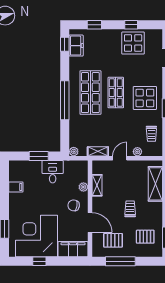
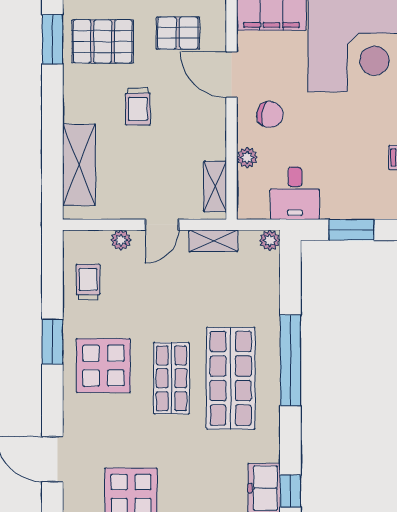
desk: (53, 172) -> (295, 193), moved
shelving: (97, 185) -> (215, 186), moved
pallet: (145, 237) -> (103, 41), width x1.50, depth x1.42

